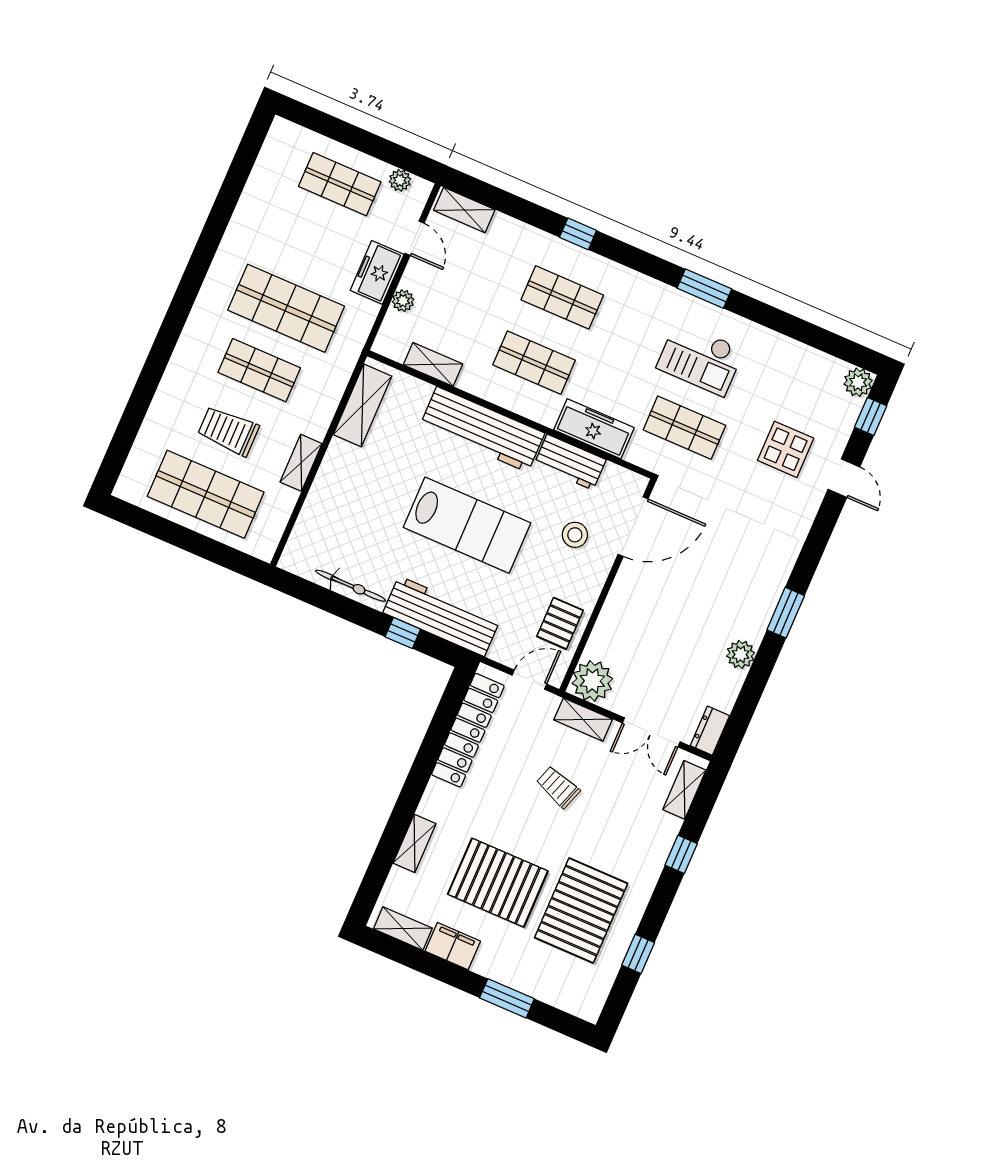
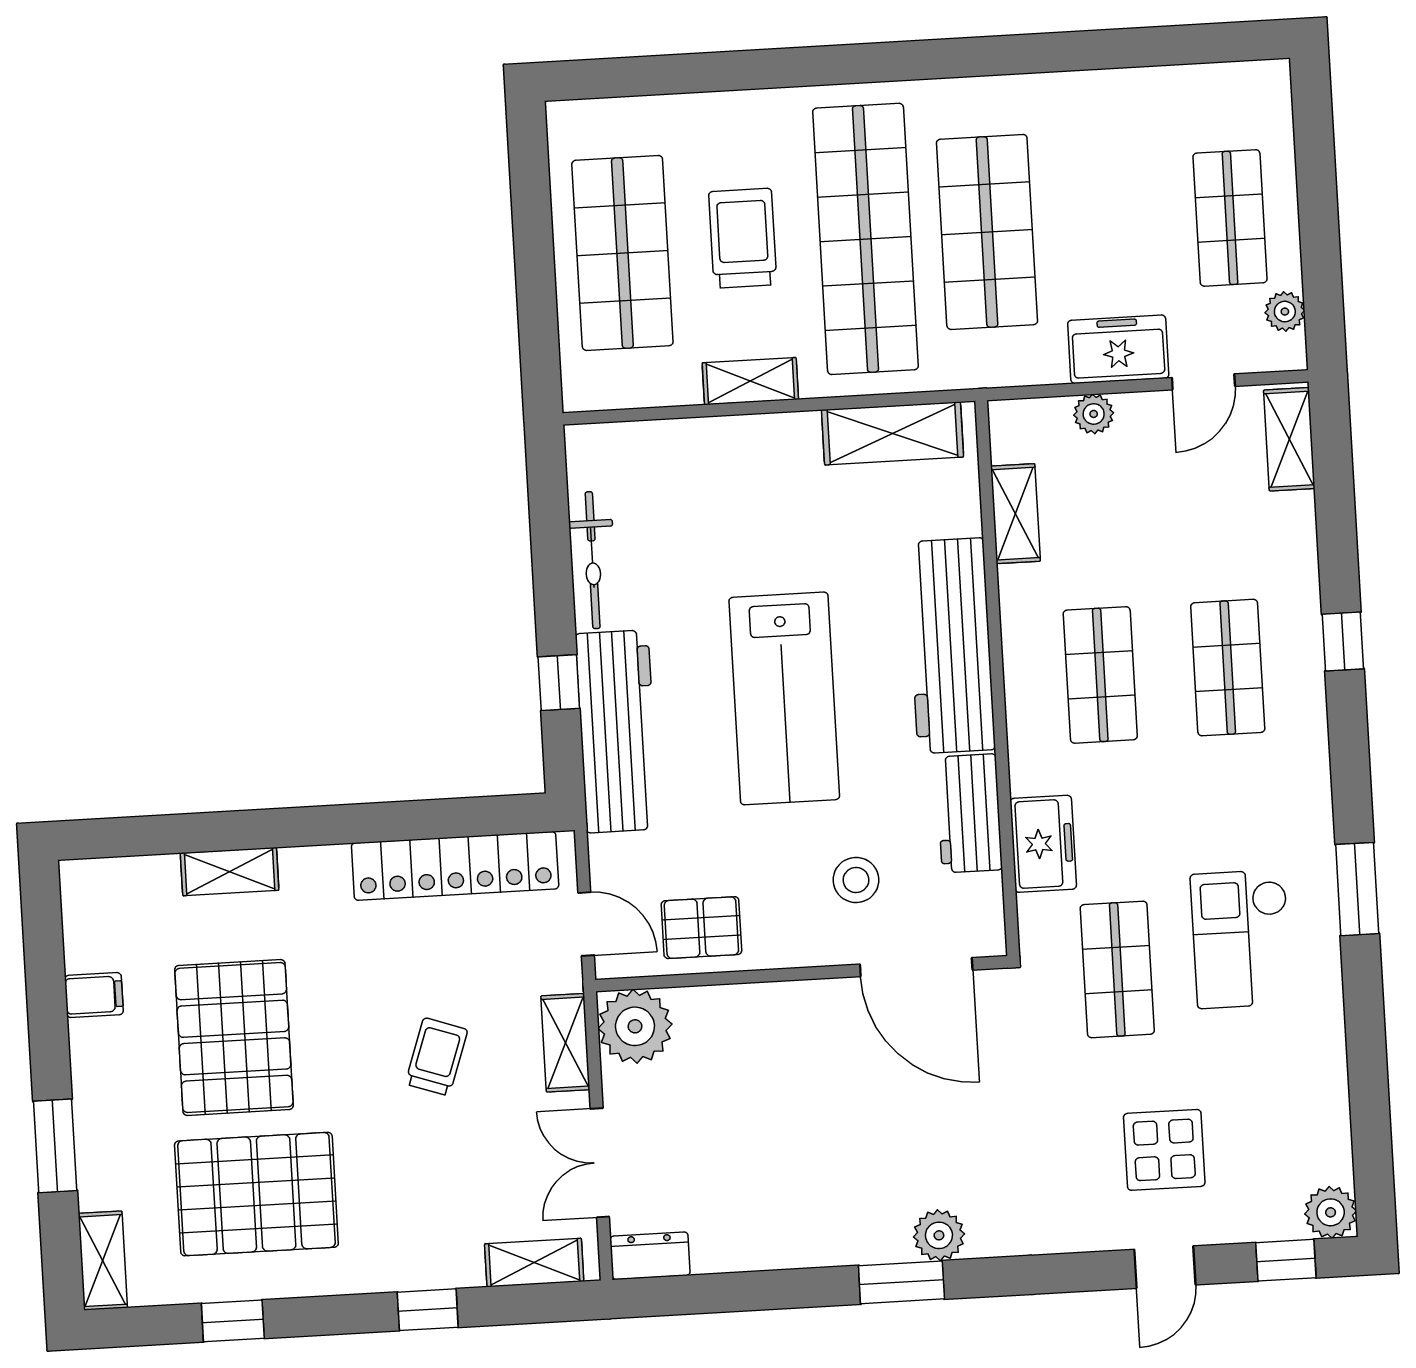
shop shelf: (259, 370) -> (865, 239), width x2.00, depth x1.36
freezer: (594, 429) -> (1043, 844), width x0.71
plant: (741, 654) -> (939, 1235), moved
shelving: (403, 929) -> (103, 1261), moved
filing cabinet: (453, 946) -> (94, 995), width x0.50

